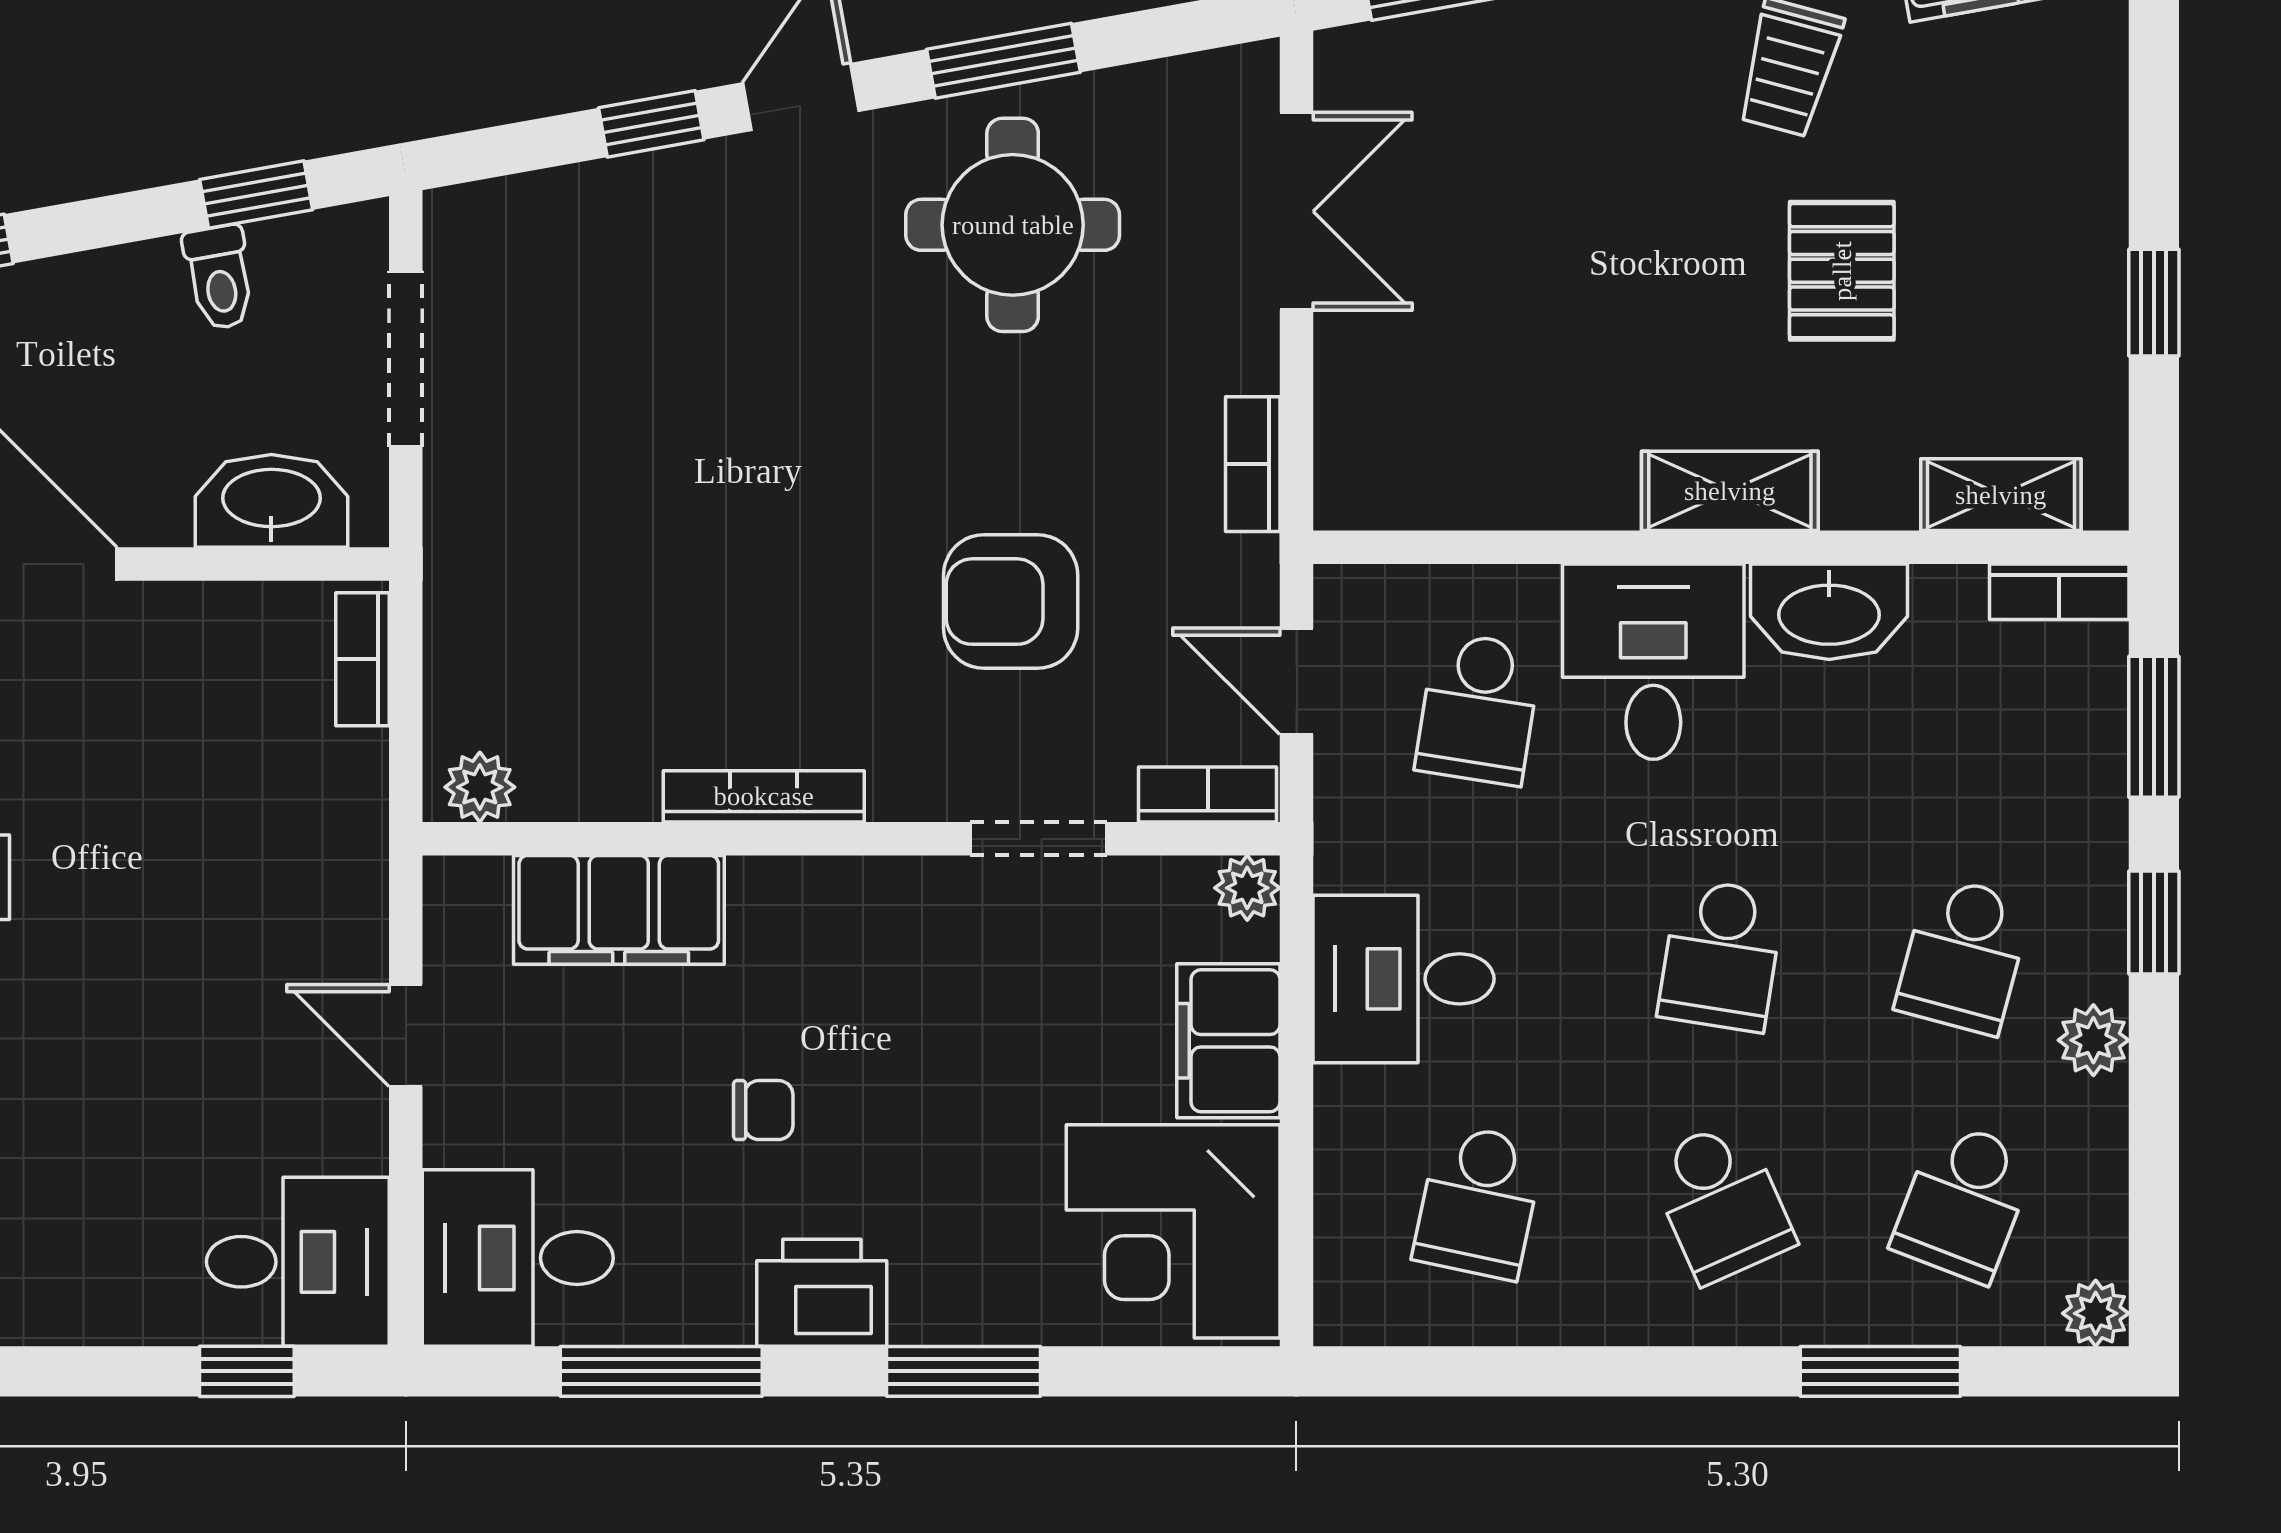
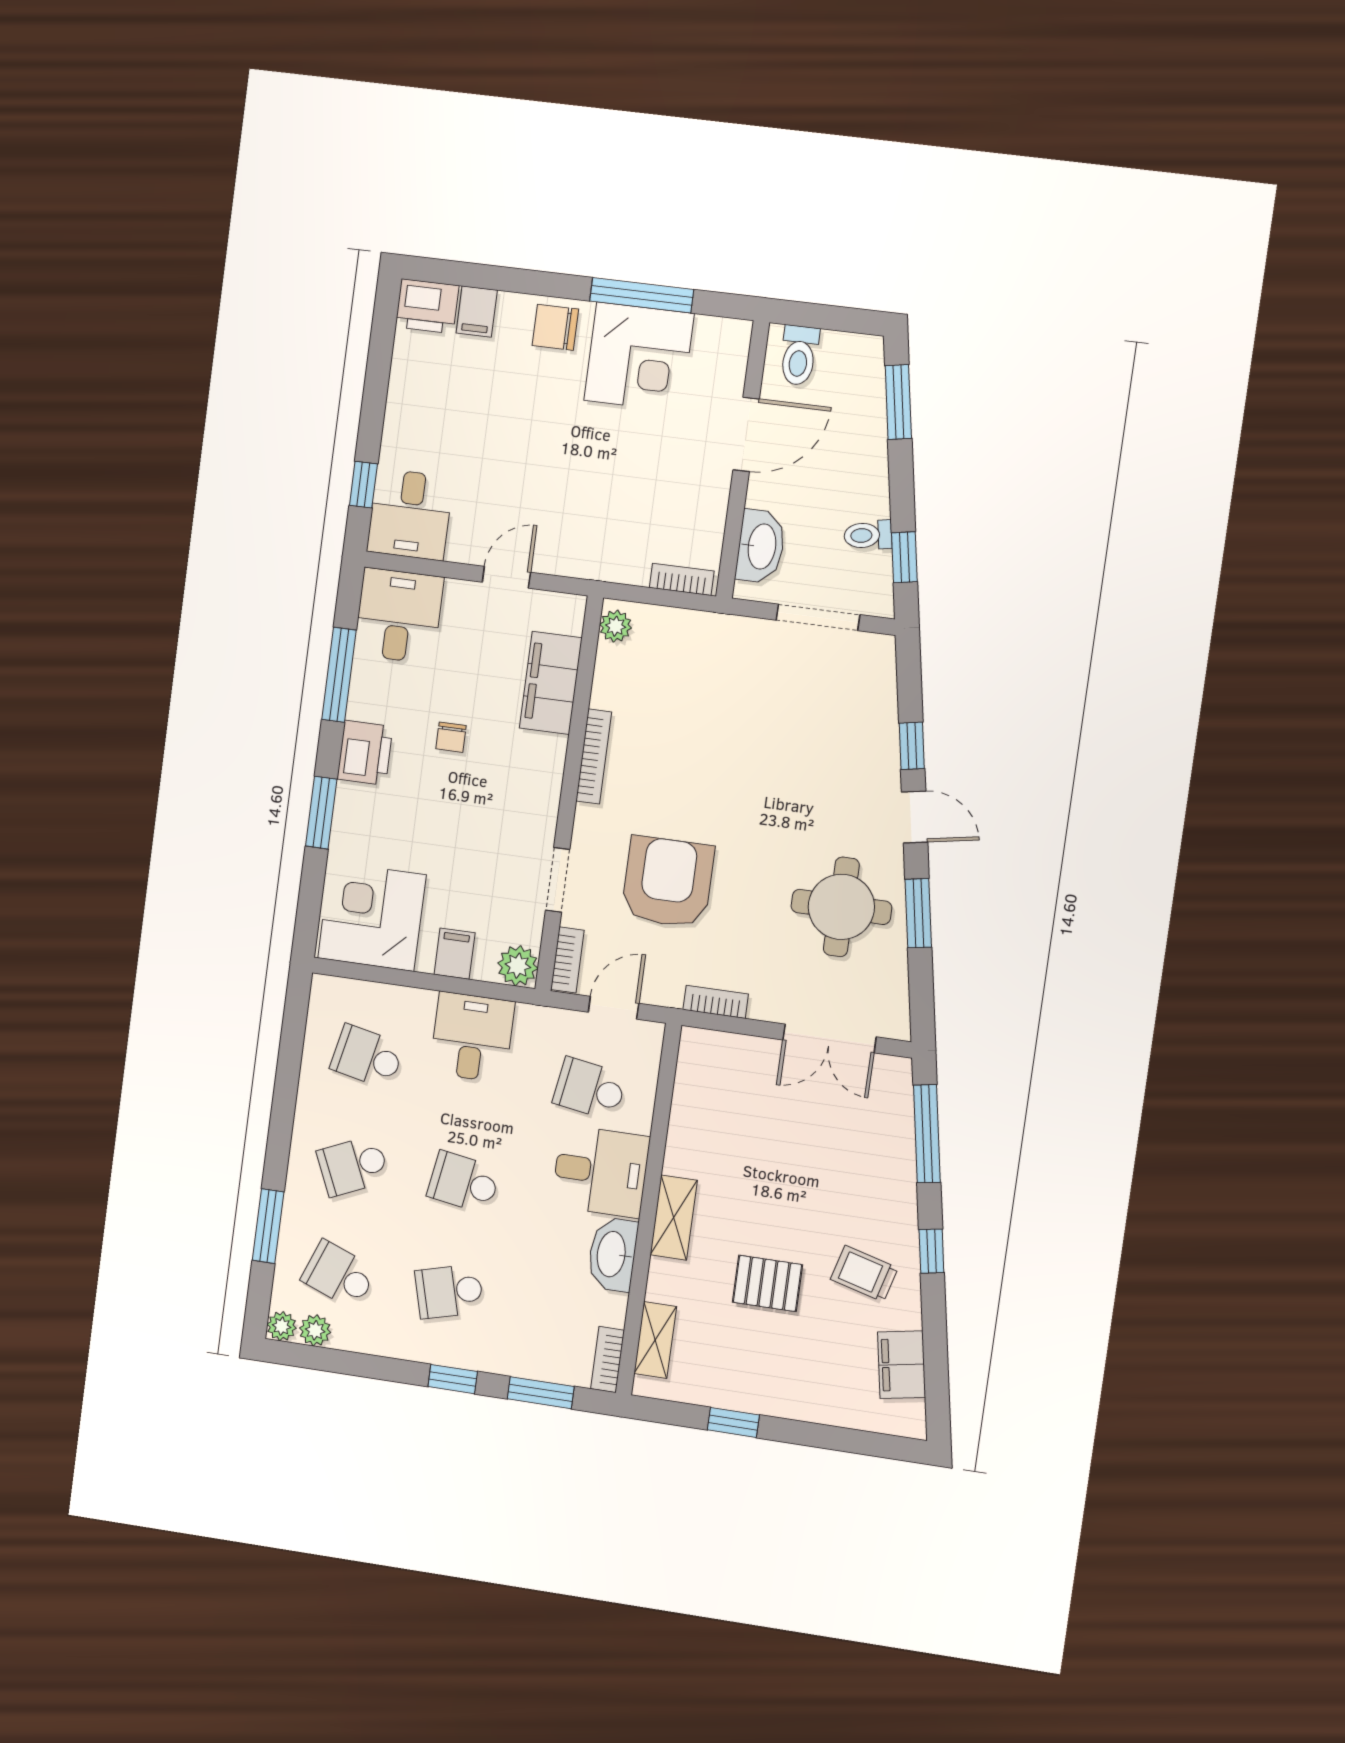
armchair: (1011, 602) -> (668, 882), width x1.36, depth x1.36
plant: (1247, 888) -> (518, 966), width x1.38, depth x1.38
school desk: (1963, 955) -> (449, 1291), turned -30
plant: (2093, 1040) -> (315, 1330), moved
filing cabinet: (1228, 1041) -> (454, 954), width x0.50

